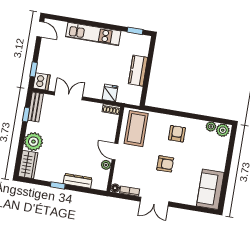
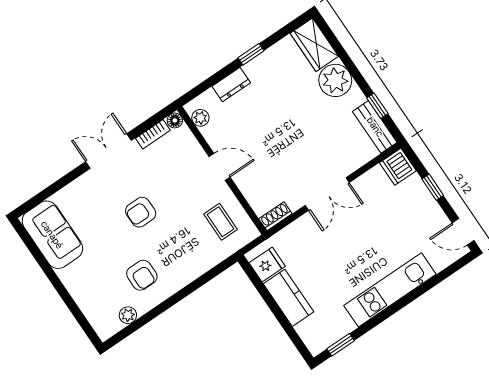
window: (34, 69) -> (433, 187), moved
fridge: (110, 93) -> (267, 265), moved, turned -90
double door: (68, 96) -> (327, 194), moved
coffee table: (136, 129) -> (220, 222), width x0.54, depth x0.58
plant: (223, 130) -> (108, 325), removed
armchair: (177, 134) -> (142, 275), moved
plant: (106, 165) -> (200, 118), moved
dresser: (78, 181) -> (231, 84), width x0.70

